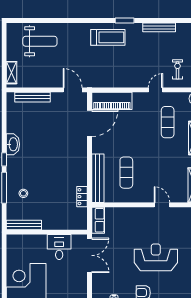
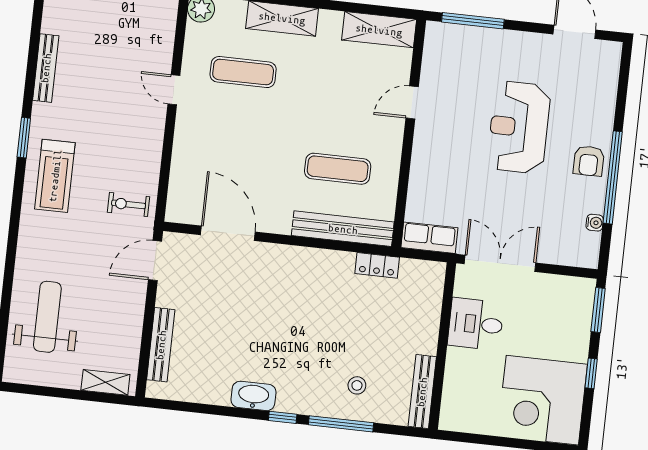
treadmill: (108, 37) -> (55, 176), turned 180
exercise bike: (177, 69) -> (129, 204), moved
piano: (112, 101) -> (187, 182), removed

